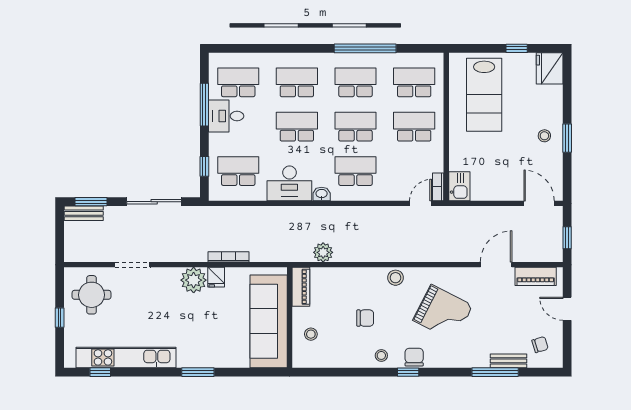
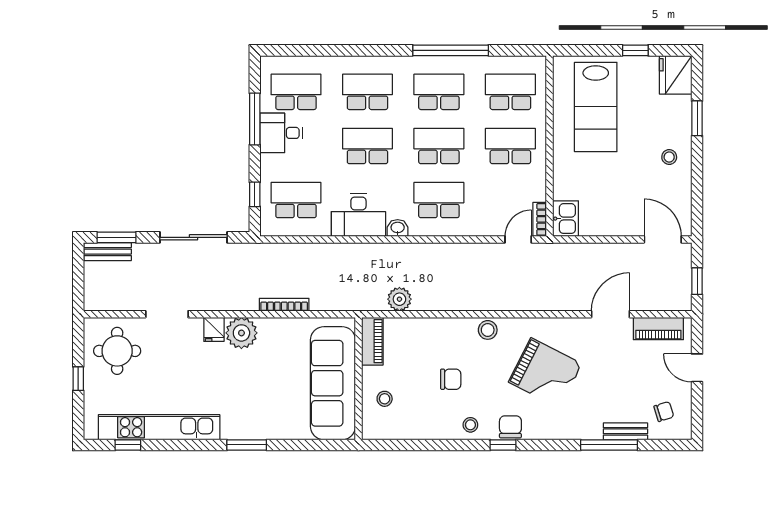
window: (567, 138) -> (697, 118), moved
fridge: (216, 277) -> (214, 329), moved

